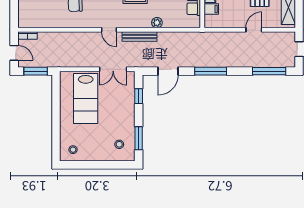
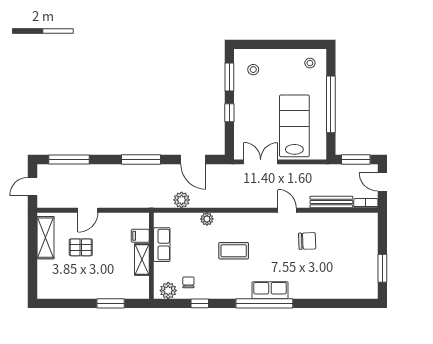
door: (109, 30) -> (287, 210), moved
bench: (139, 36) -> (331, 202), moved
plant: (178, 38) -> (182, 200), added
door: (168, 71) -> (193, 160), swing flipped
window: (139, 96) -> (229, 113), moved
window: (56, 116) -> (331, 104), added

